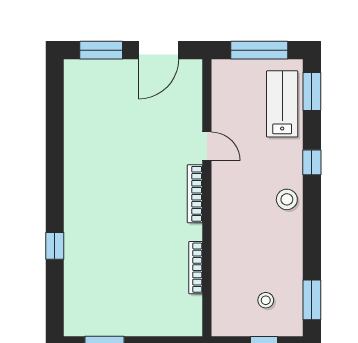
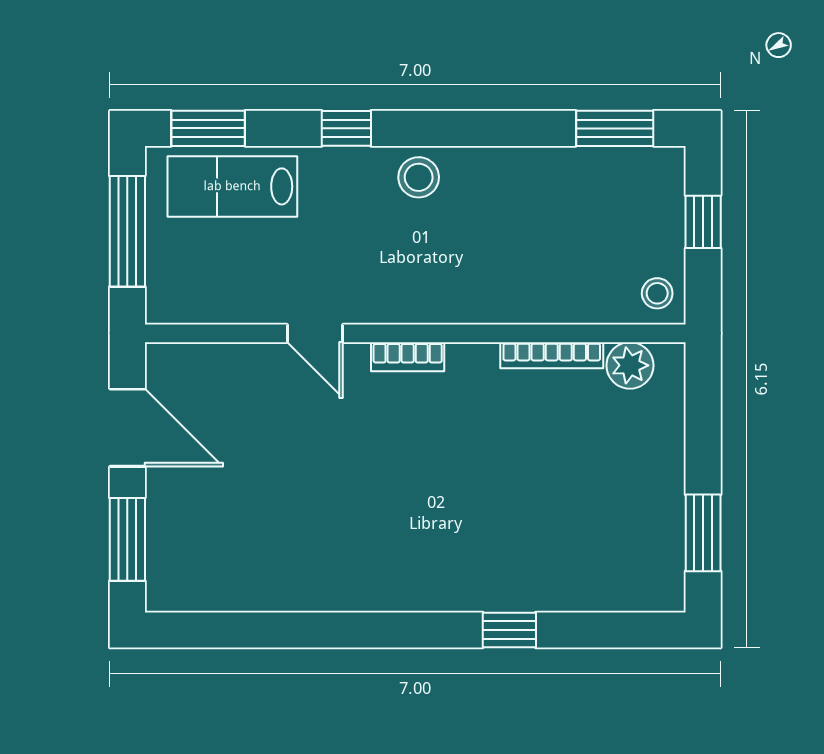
door: (207, 146) -> (315, 333), swing flipped
bookcase: (195, 194) -> (408, 357), width x0.64
stool: (266, 300) -> (657, 293), moved
plant: (190, 308) -> (630, 365), added

